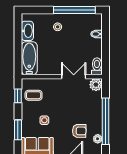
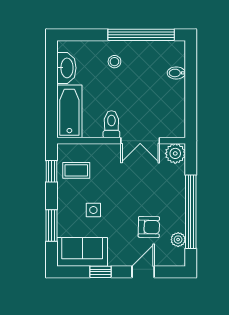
toilet: (97, 66) -> (111, 124), moved
double door: (74, 77) -> (140, 141), swing flipped

